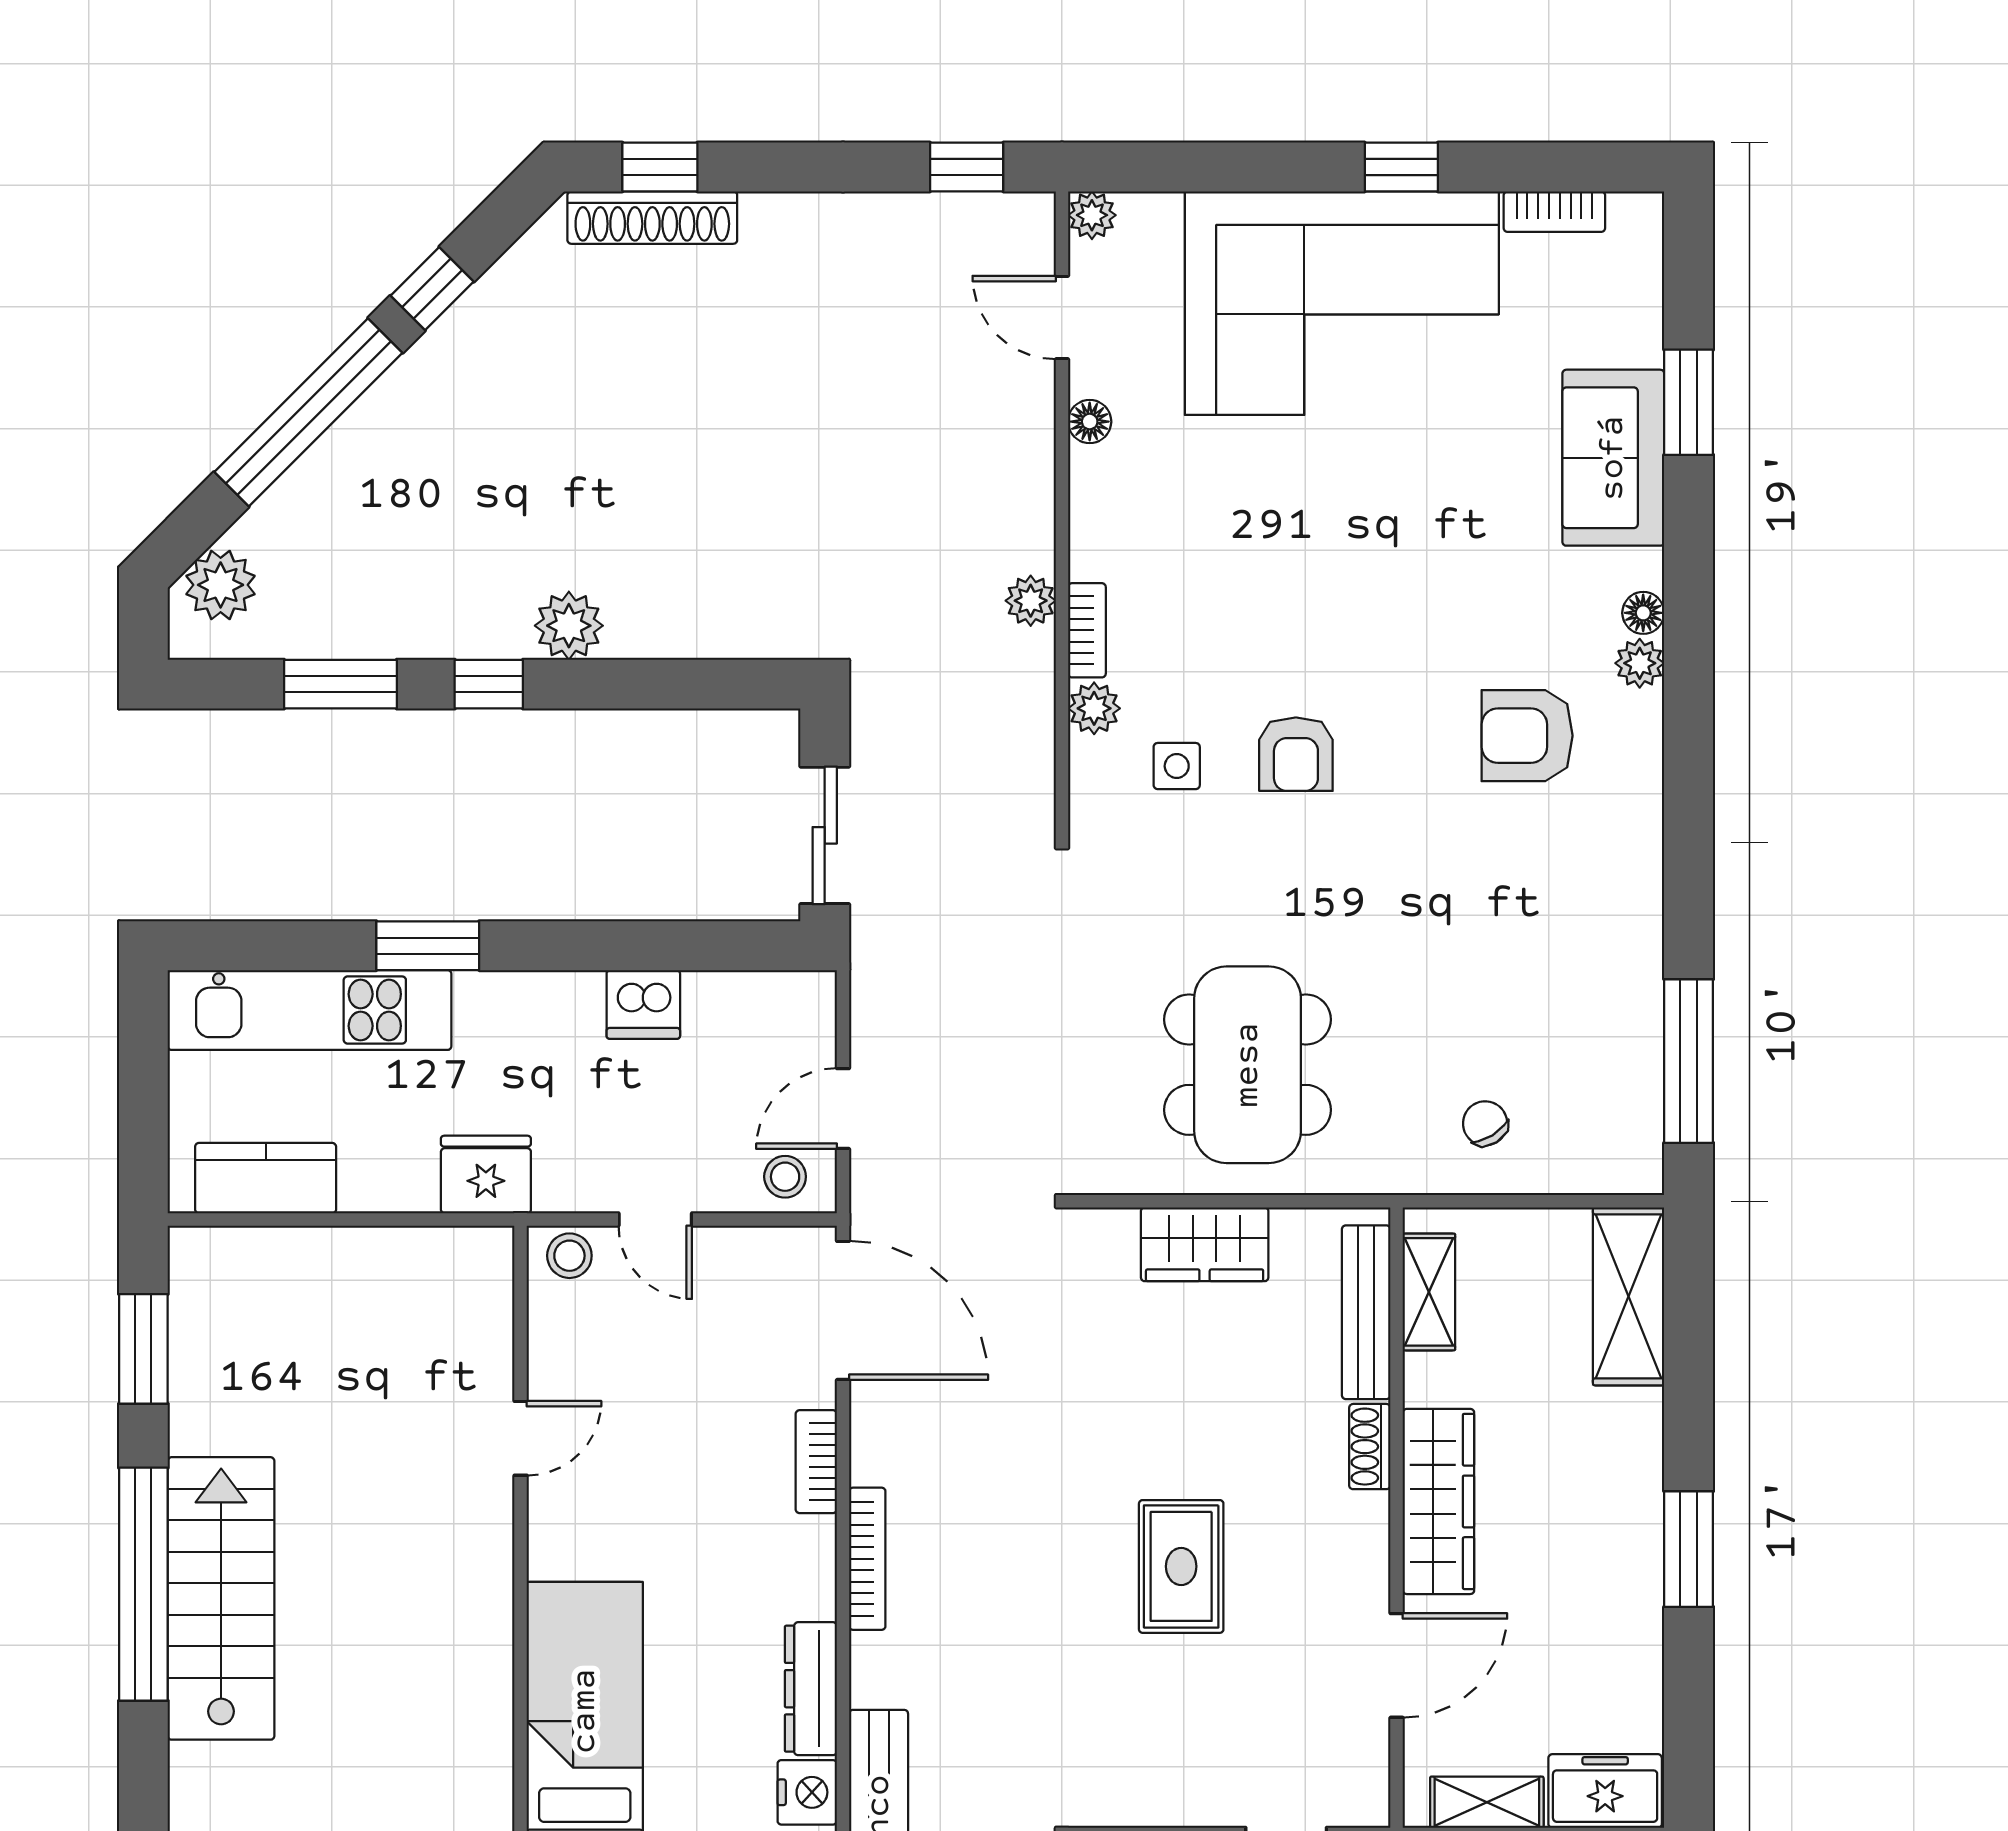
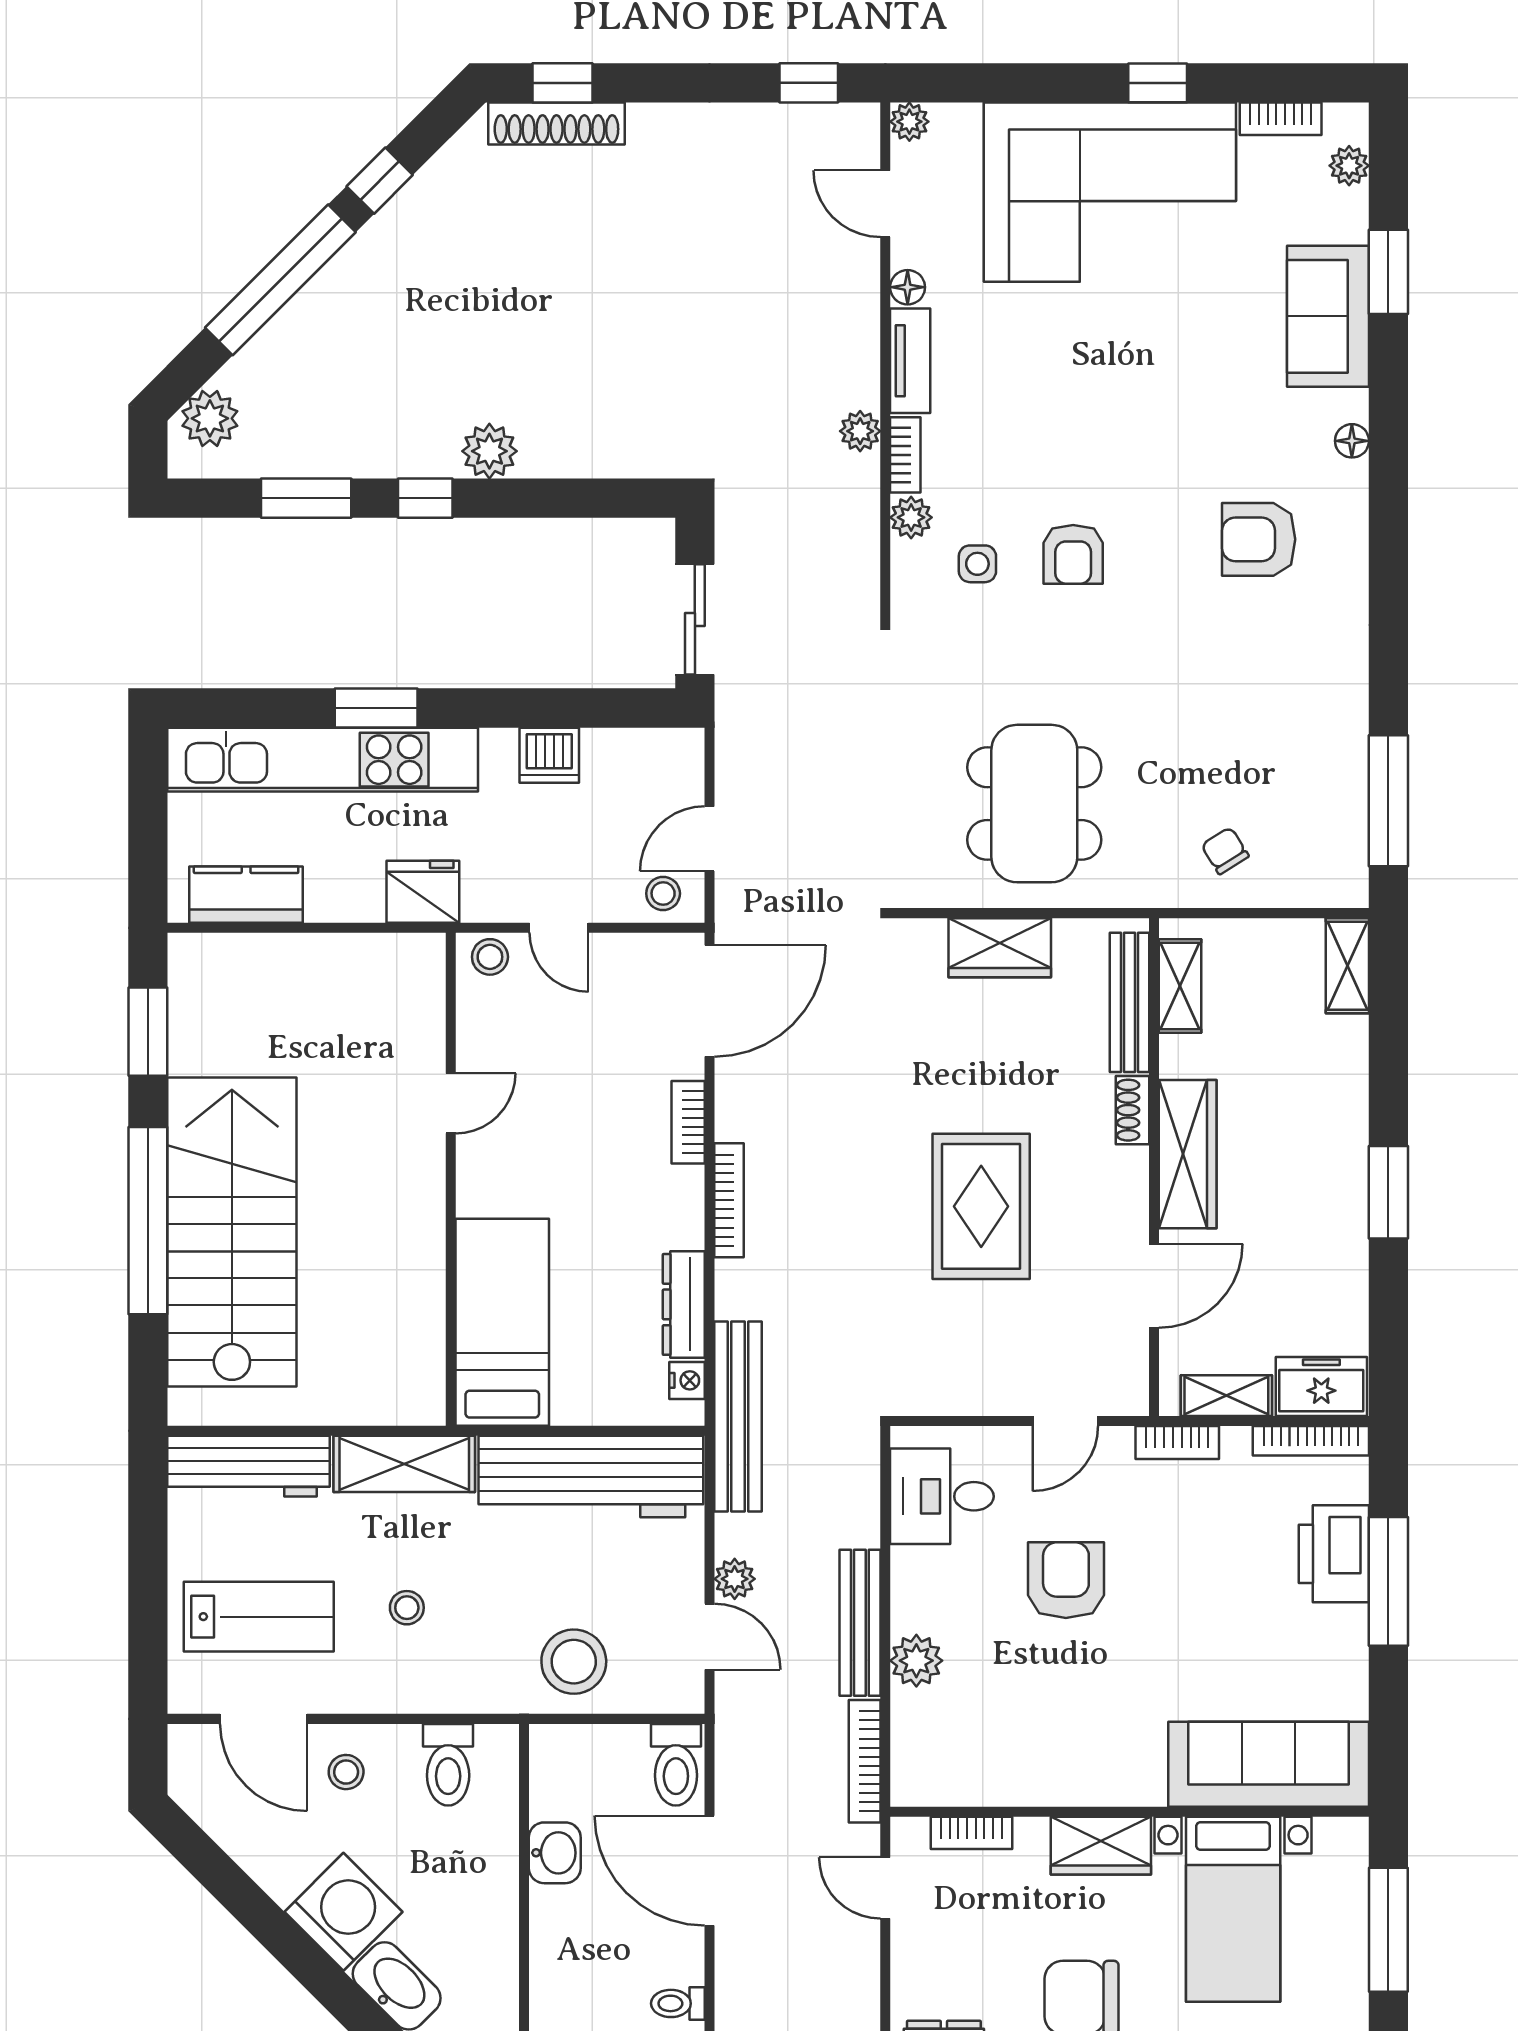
tv unit: (1093, 513) -> (910, 361), added
plant: (1640, 663) -> (1349, 166), moved
kitchen unit: (310, 1010) -> (323, 760), width x1.36
shelving: (1629, 1296) -> (1347, 966), width x0.67, depth x0.75
door: (843, 1310) -> (710, 1001), hinge flipped
rug: (1181, 1566) -> (981, 1206), width x1.36, depth x1.43
stairs: (221, 1598) -> (232, 1232), width x1.36, depth x1.51
nightstand: (807, 1792) -> (687, 1380), width x0.72, depth x0.74

